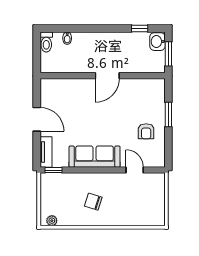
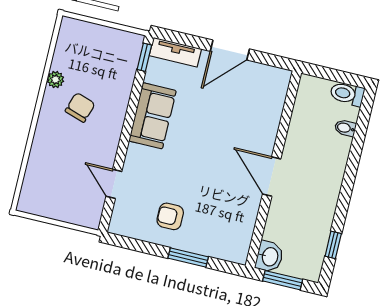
washbasin: (157, 42) -> (269, 257), moved, turned 90
sofa: (95, 157) -> (153, 116), width x0.73
door: (135, 170) -> (114, 184), swing flipped
plant: (52, 221) -> (55, 80), moved

